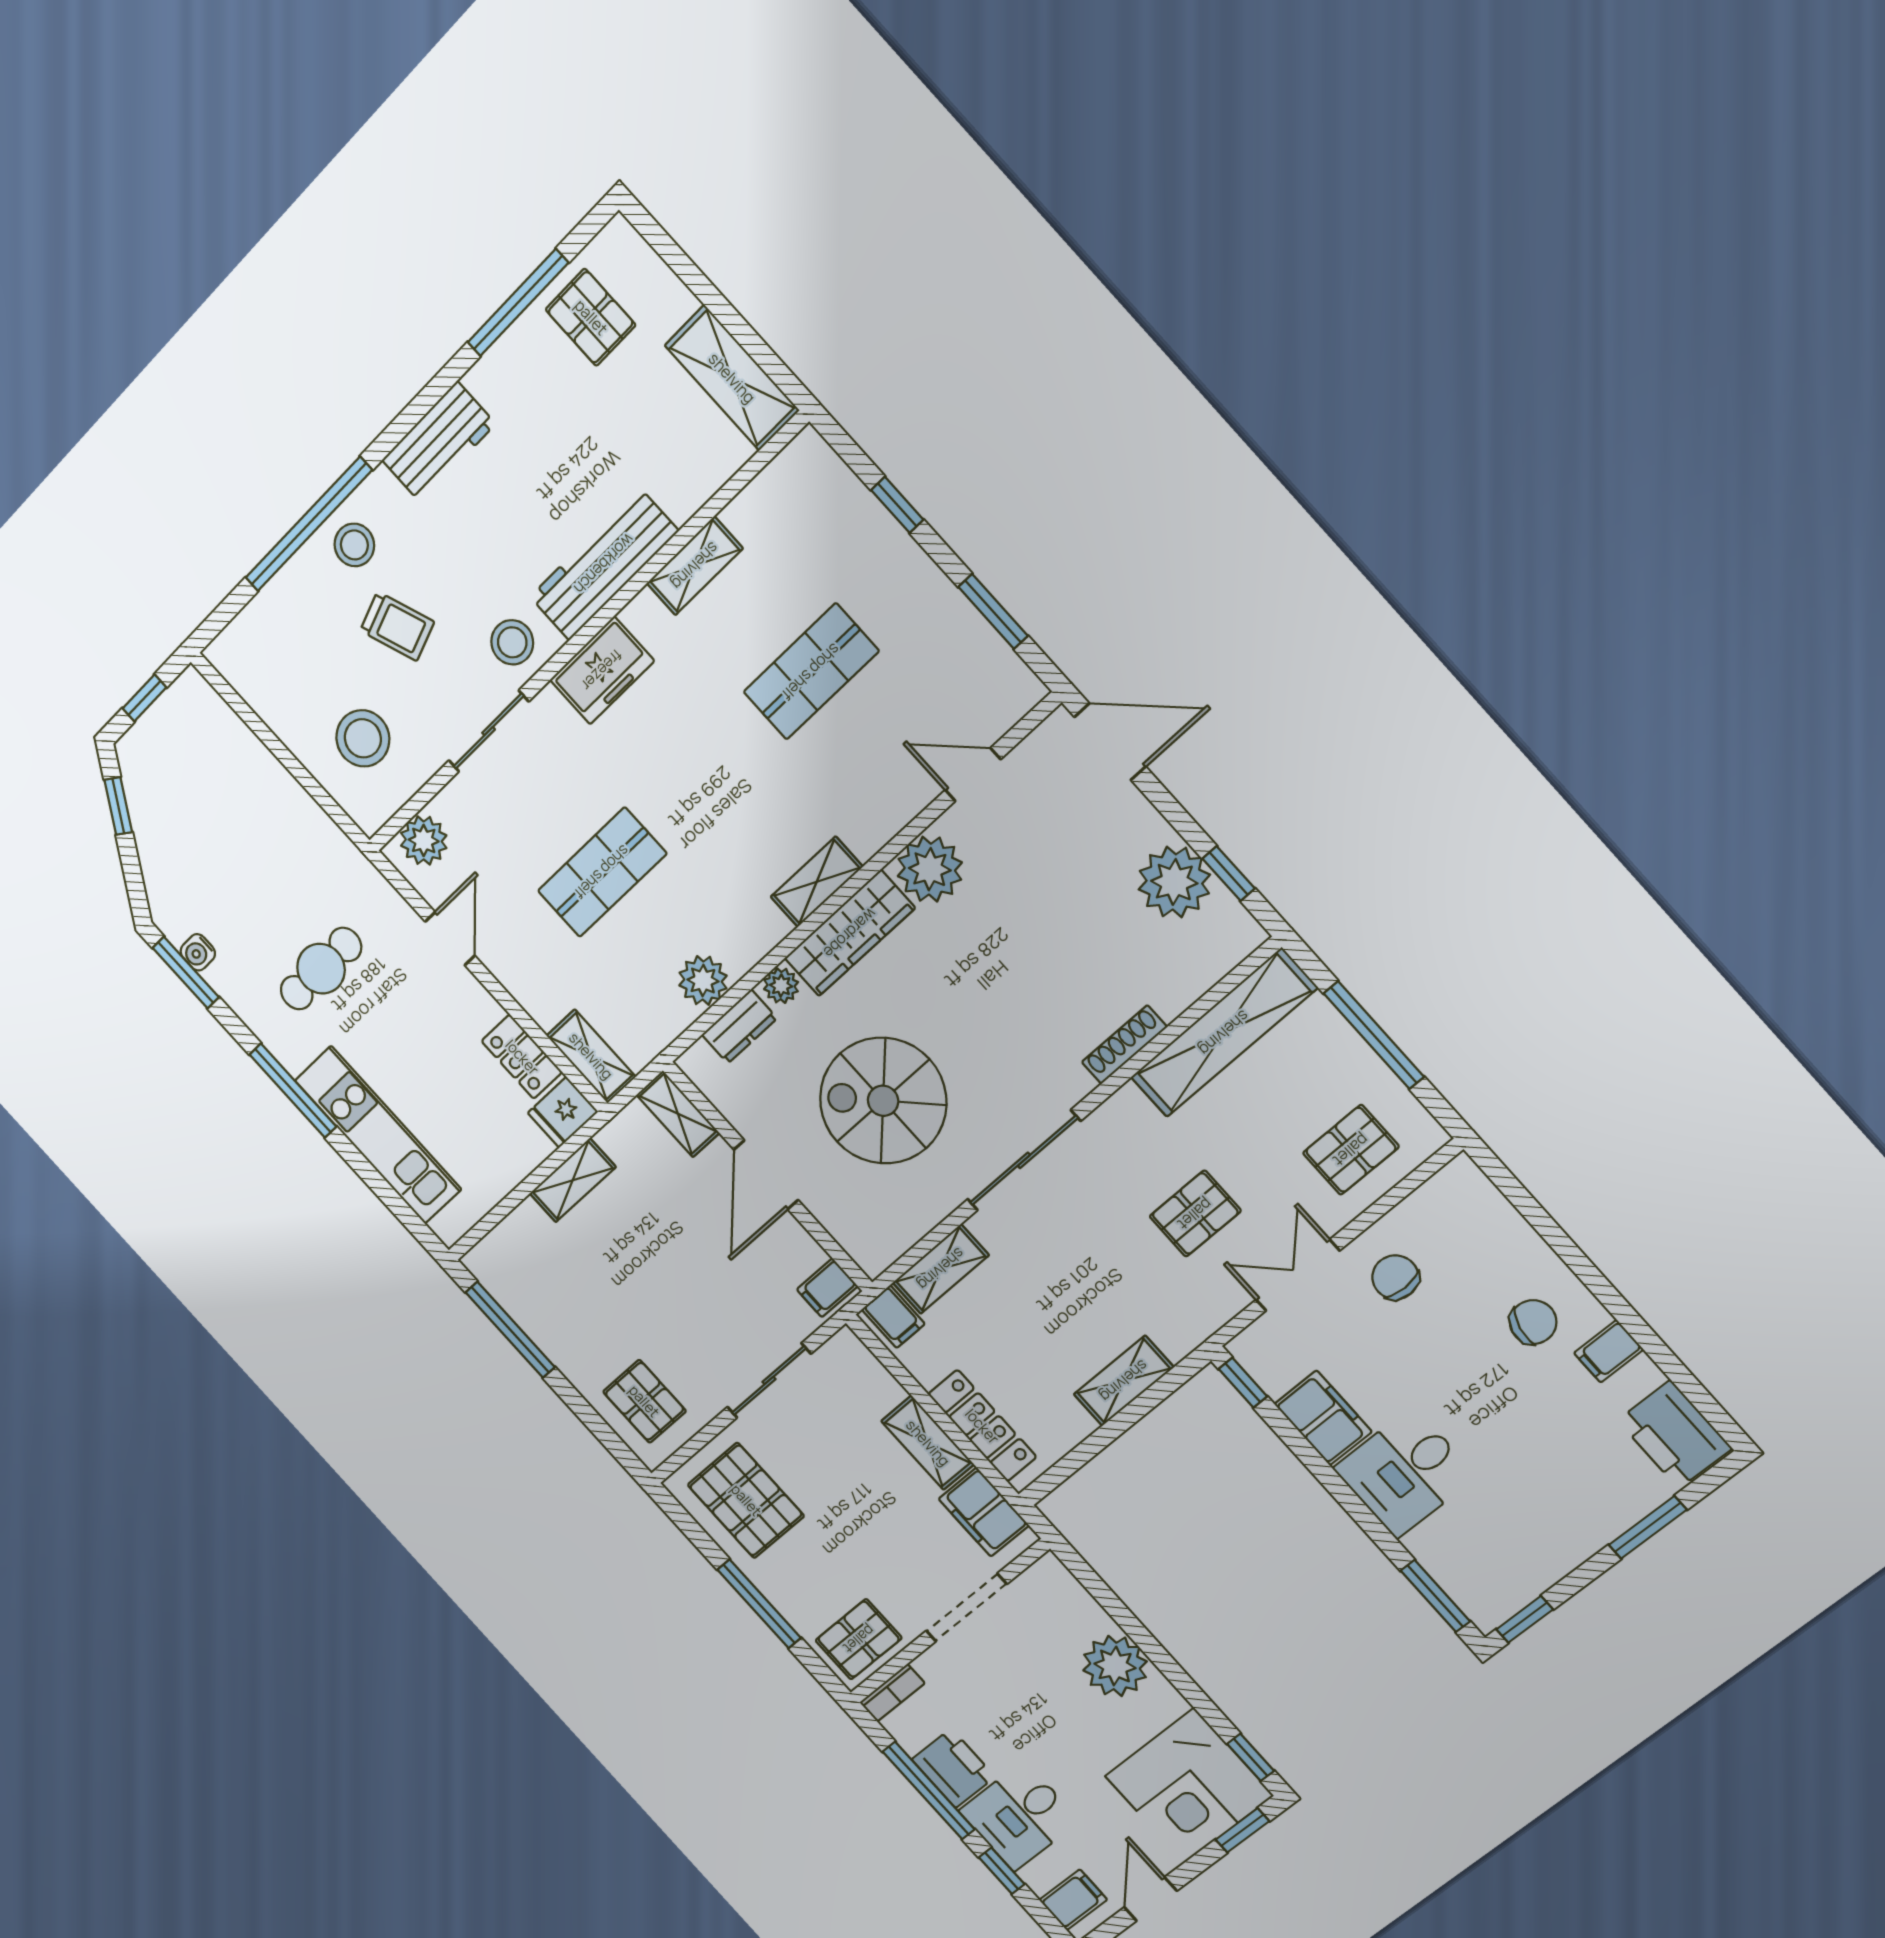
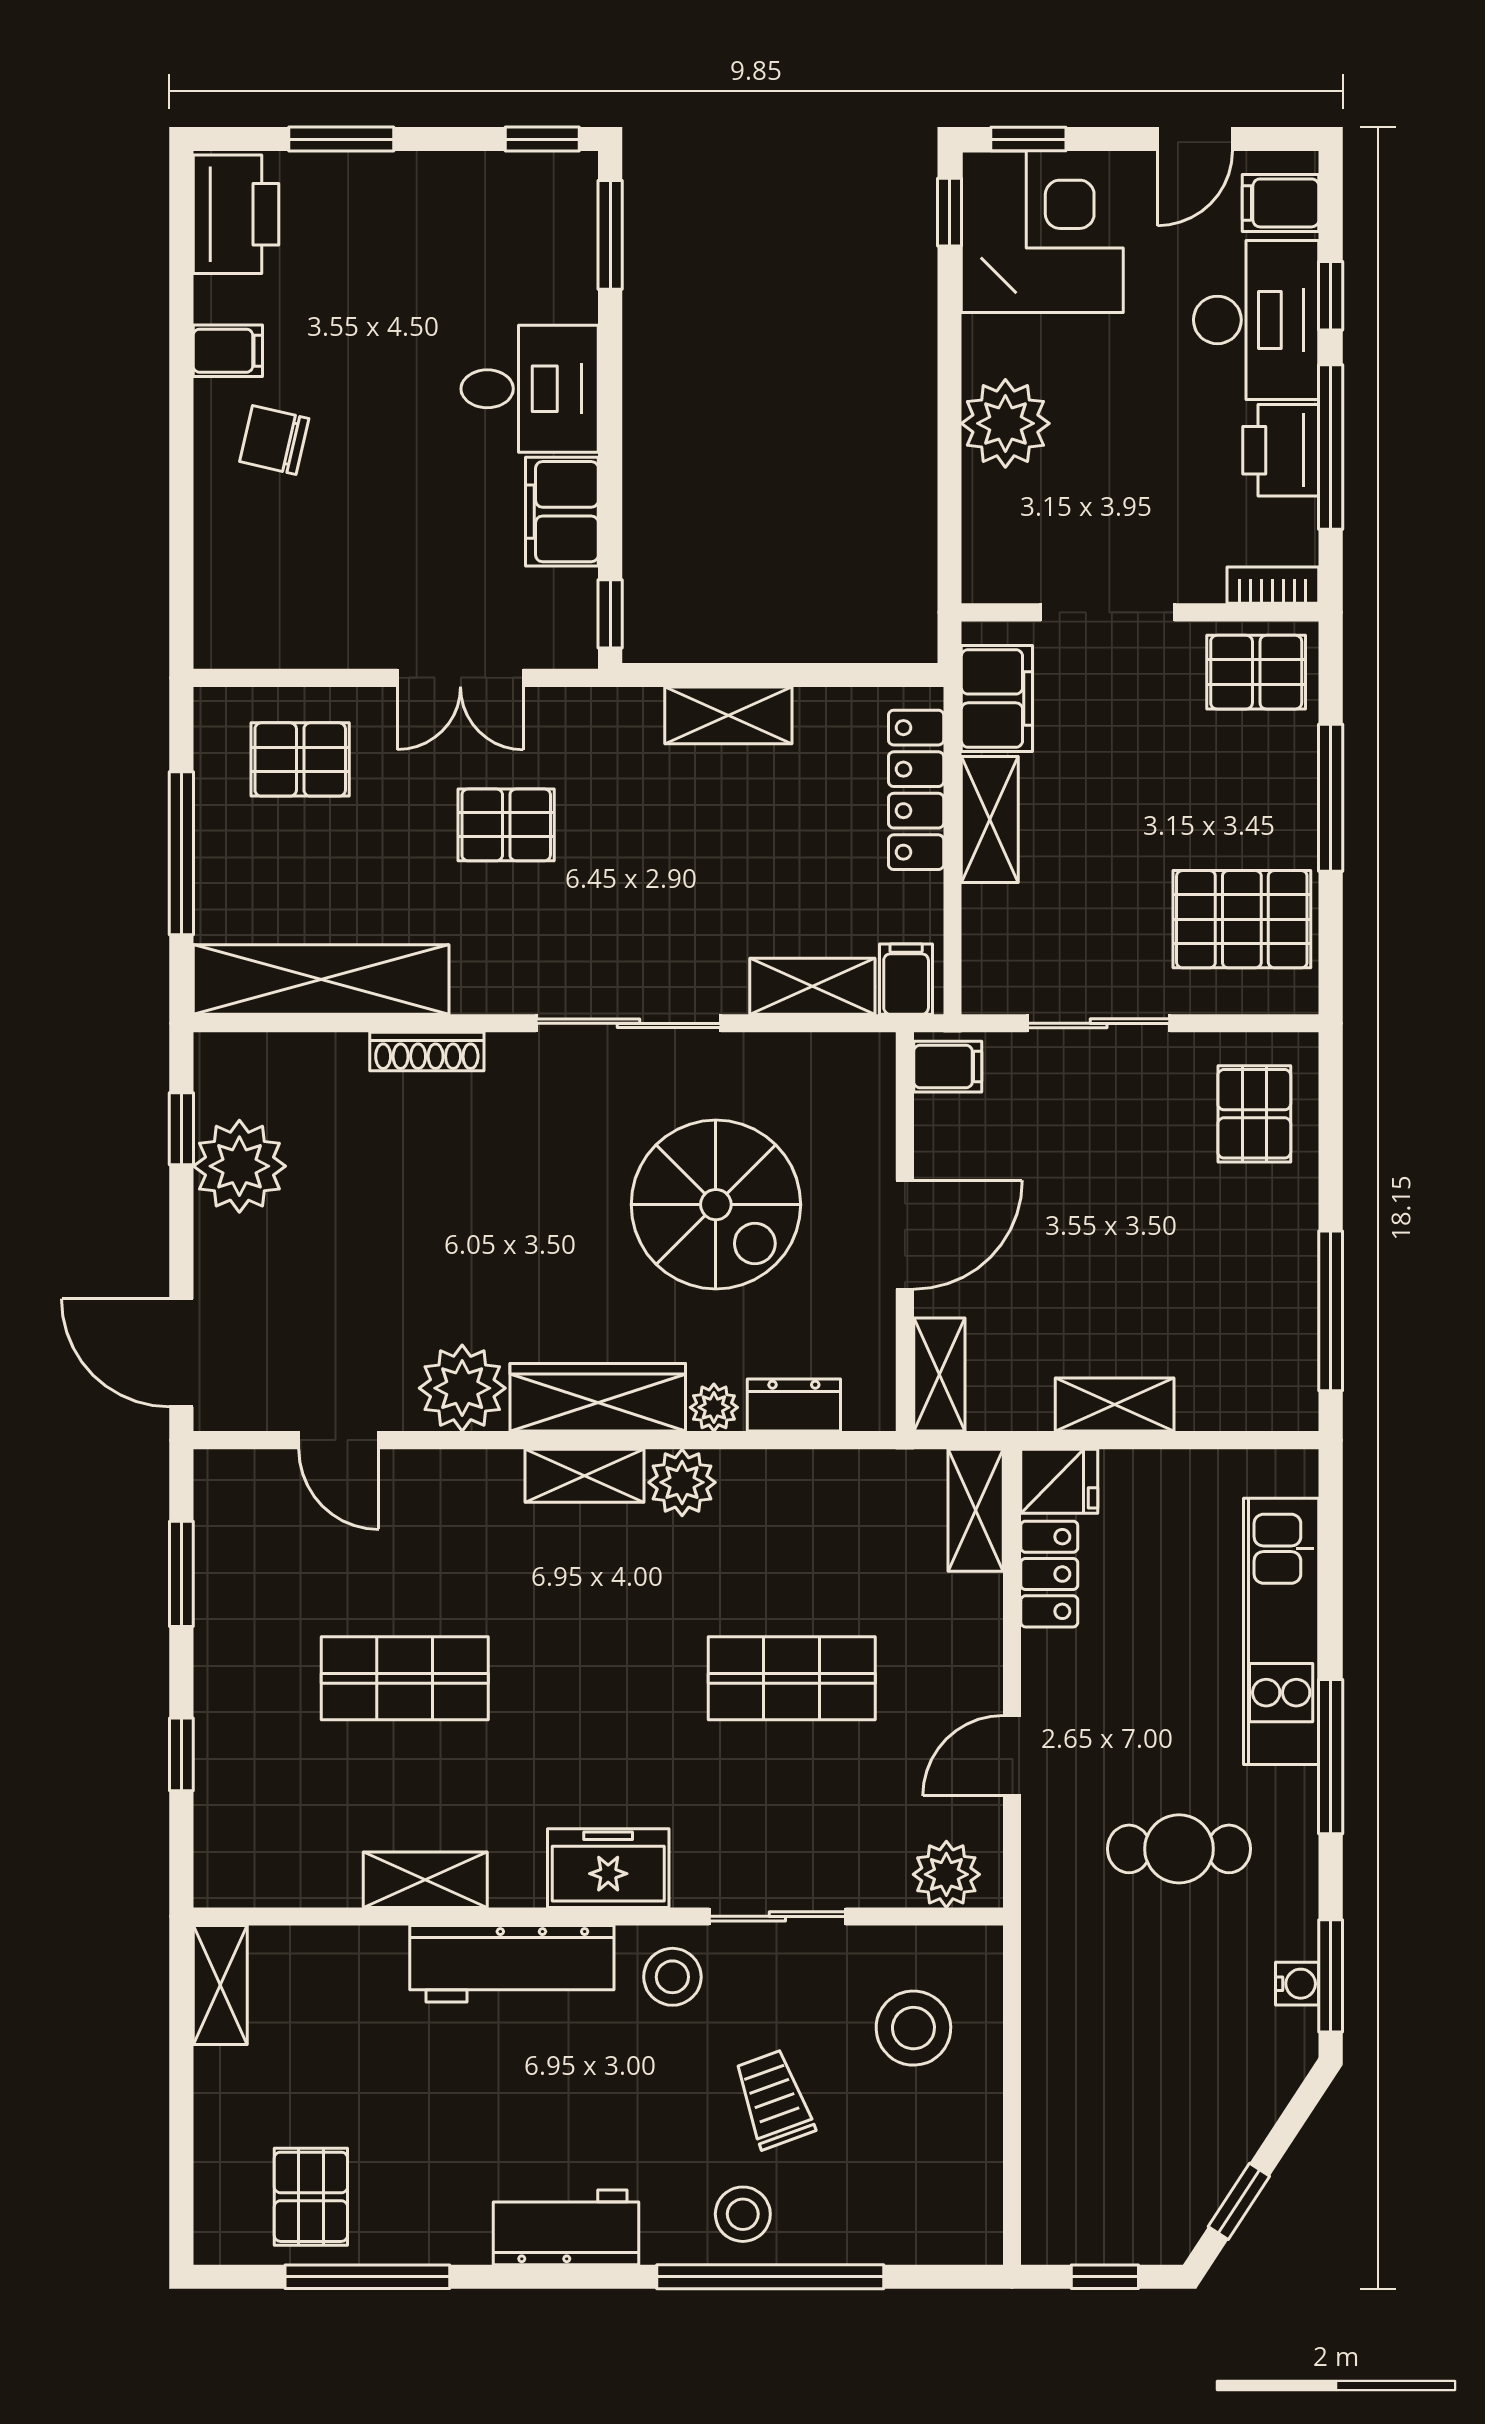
shelving: (732, 378) -> (220, 1985), width x0.67, depth x0.75
plant: (703, 980) -> (682, 1482), moved
chair: (1395, 1277) -> (367, 596), removed
pallet: (746, 1500) -> (1242, 919), turned 90
desk: (1019, 1816) -> (1256, 320), width x1.37

